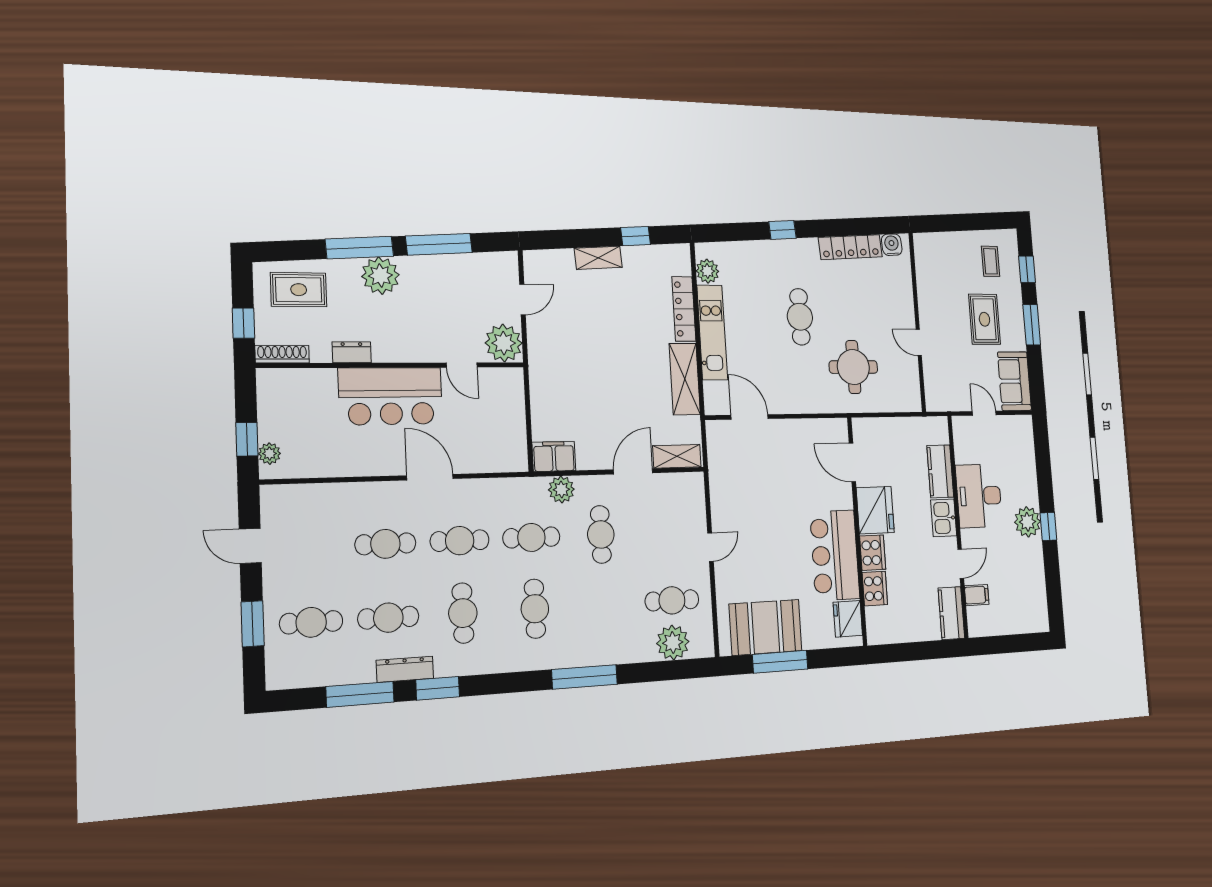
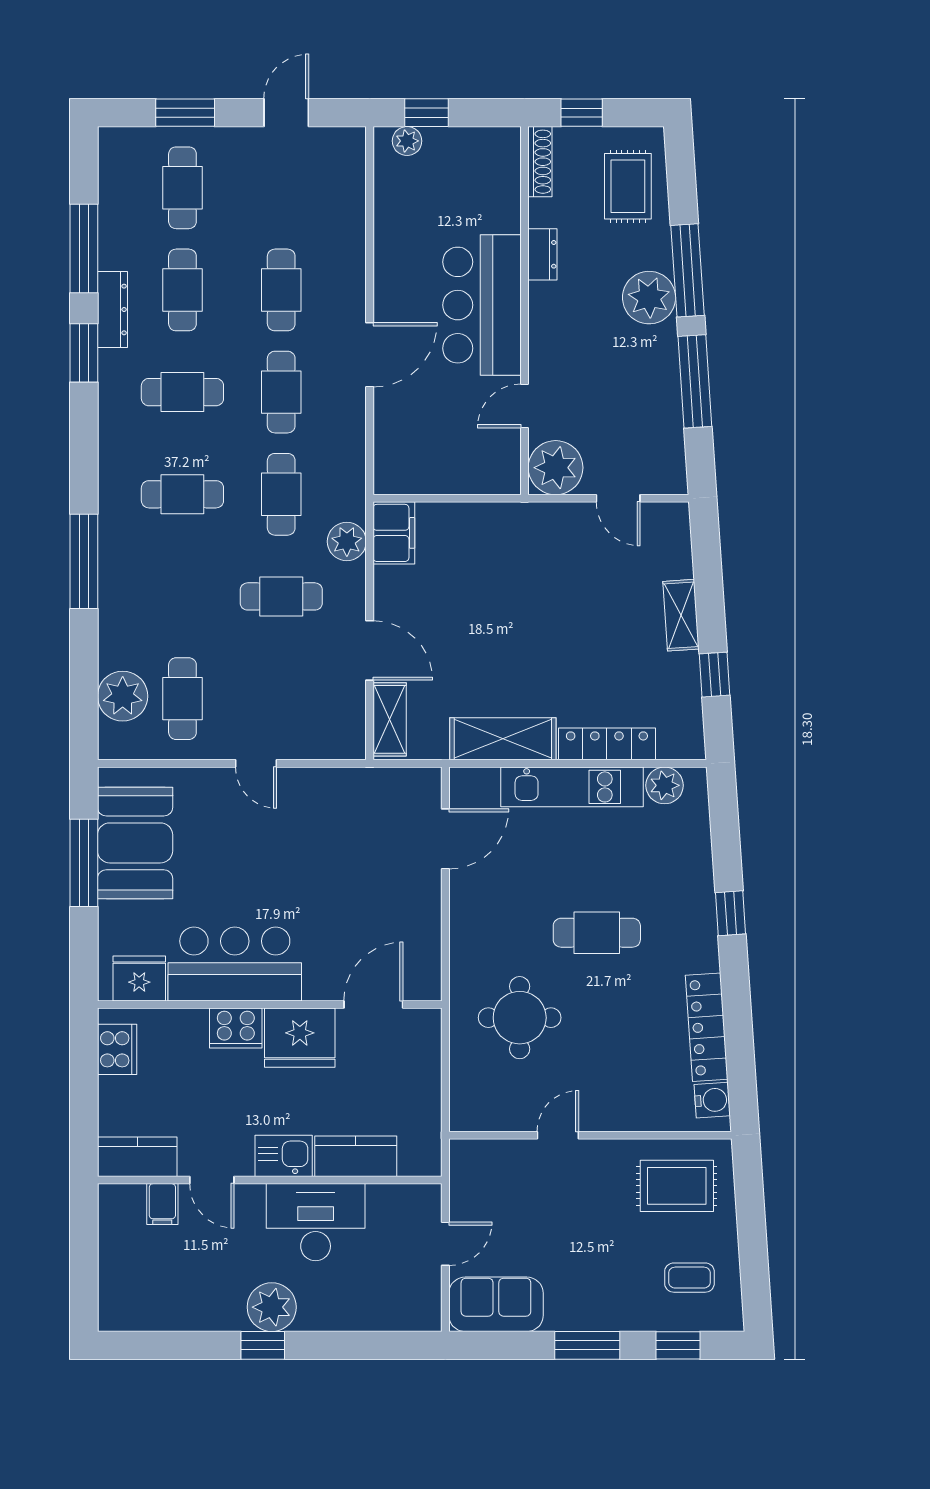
rug: (984, 319) -> (677, 1186), moved
cooker: (875, 589) -> (117, 1049), moved, turned -90

